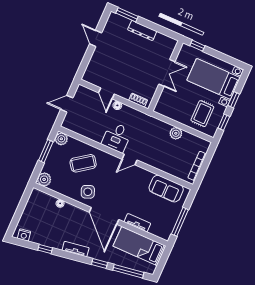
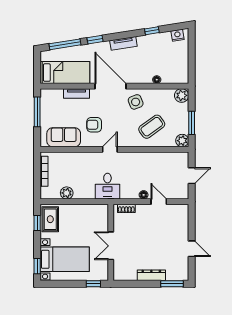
window: (234, 100) -> (37, 266), moved
rug: (202, 114) -> (50, 219), moved
plant: (176, 133) -> (67, 193), moved
desk: (117, 137) -> (107, 186), moved, turned 180
armchair: (134, 188) -> (94, 125), added

